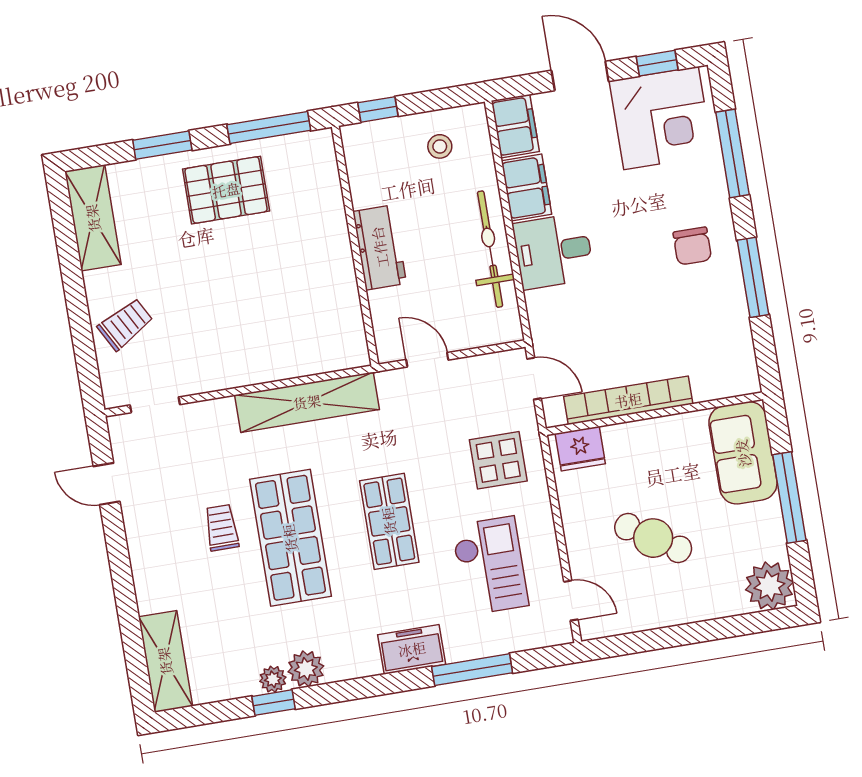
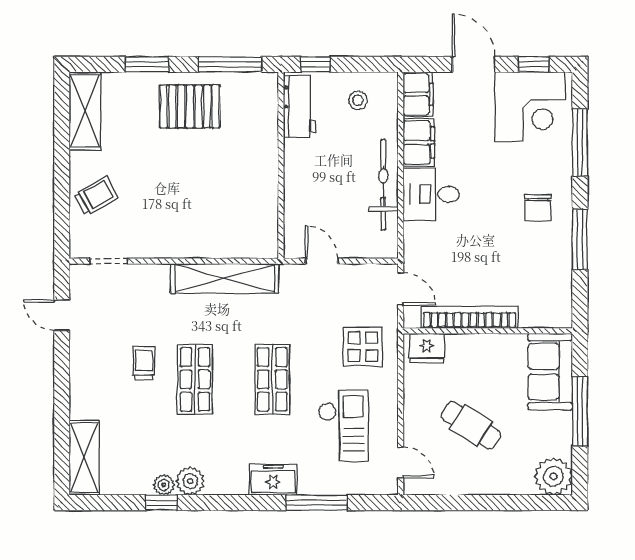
workbench: (380, 247) -> (299, 106), moved
shop shelf: (290, 538) -> (195, 379), width x0.70, depth x0.74

